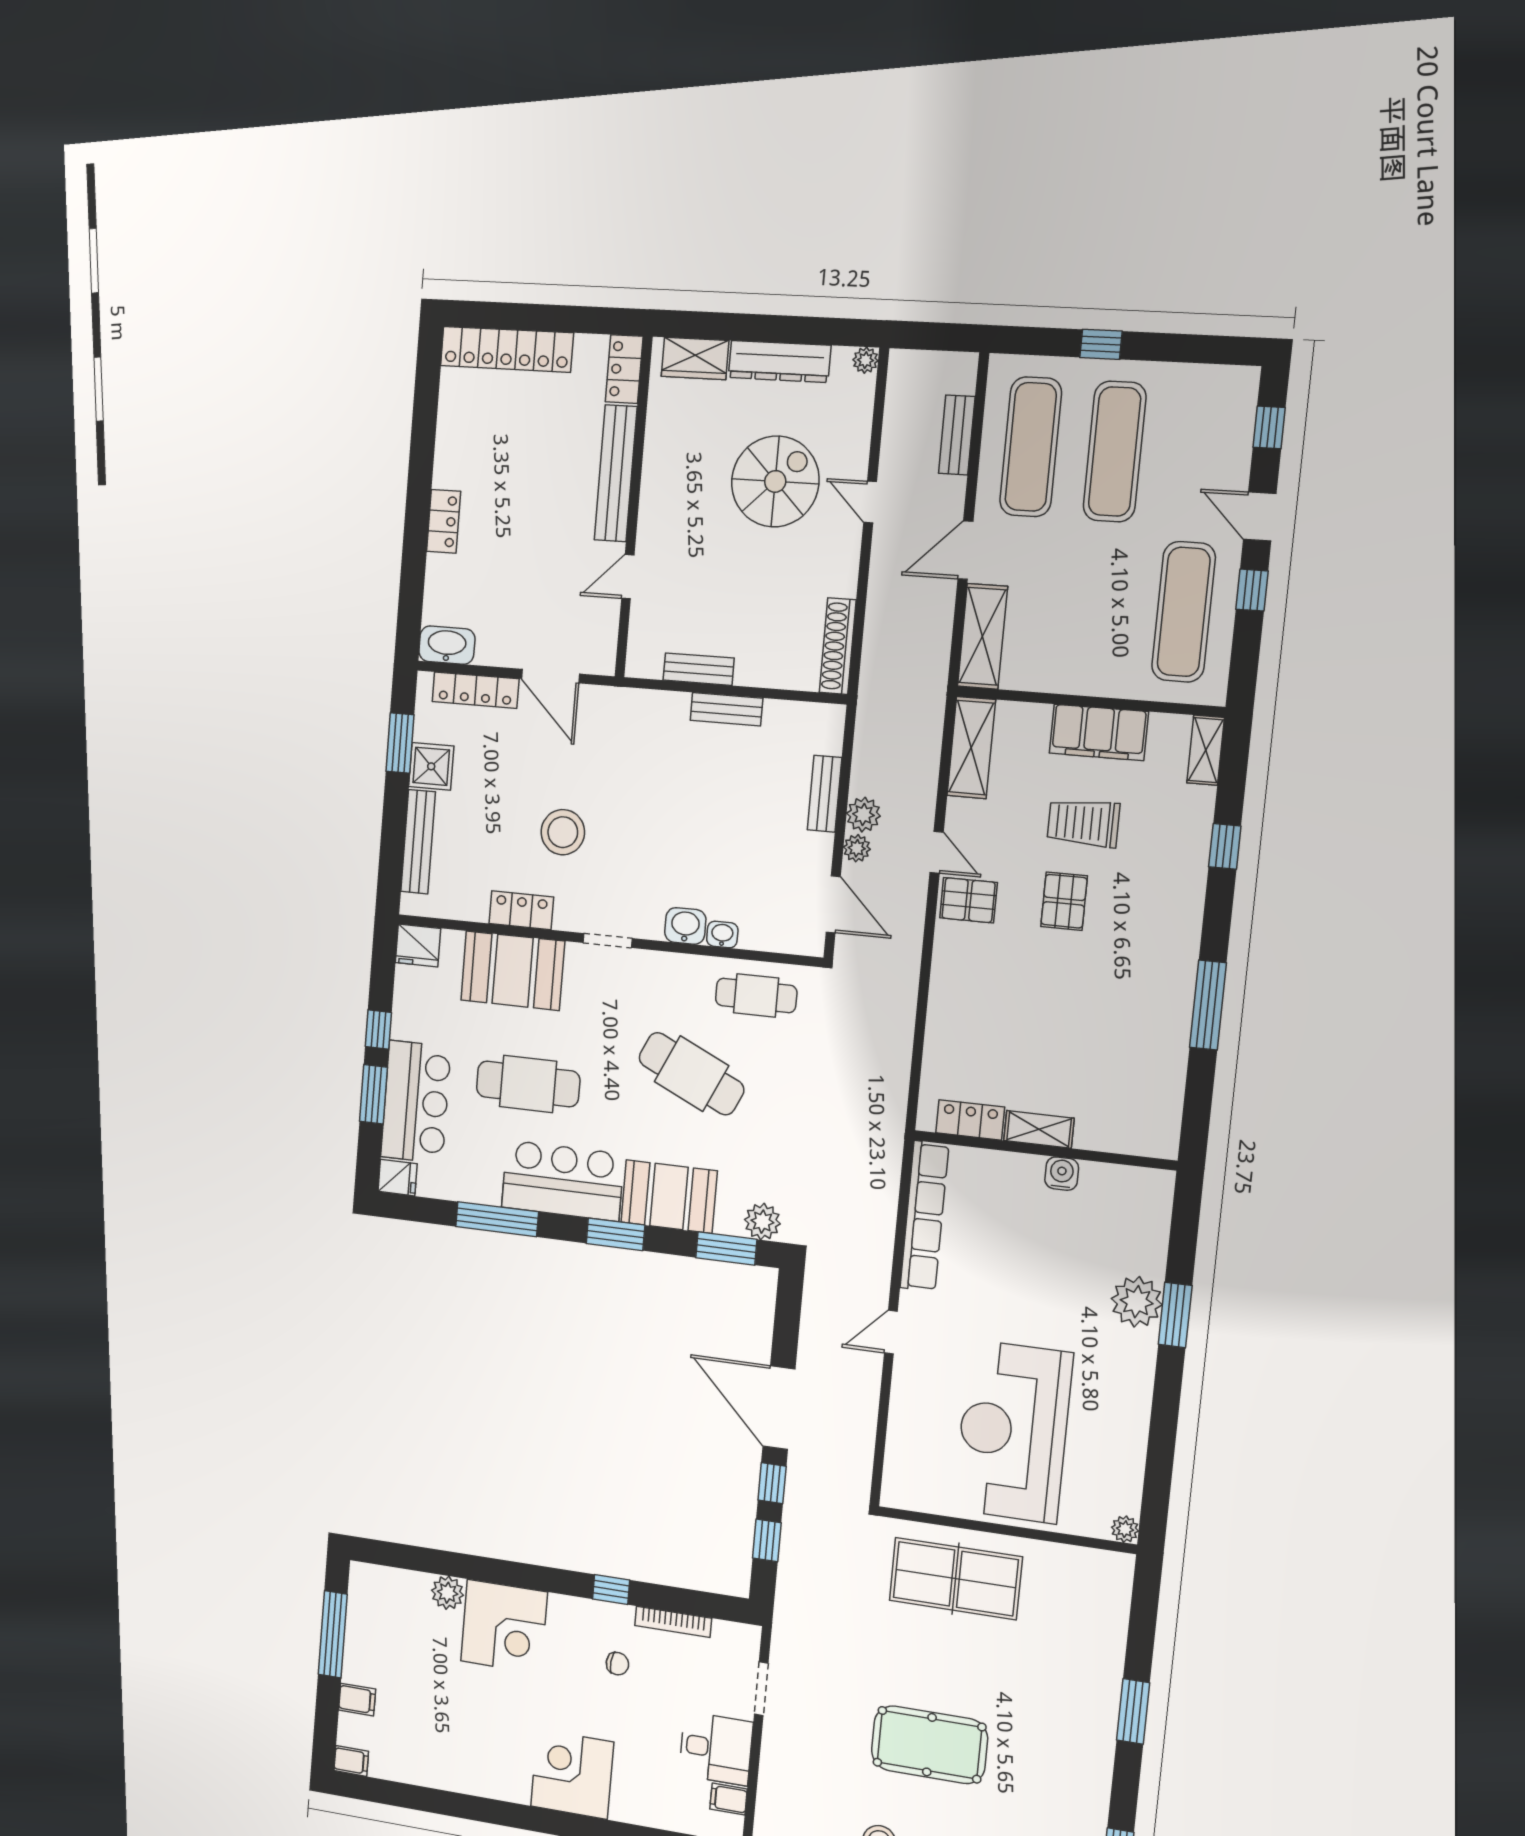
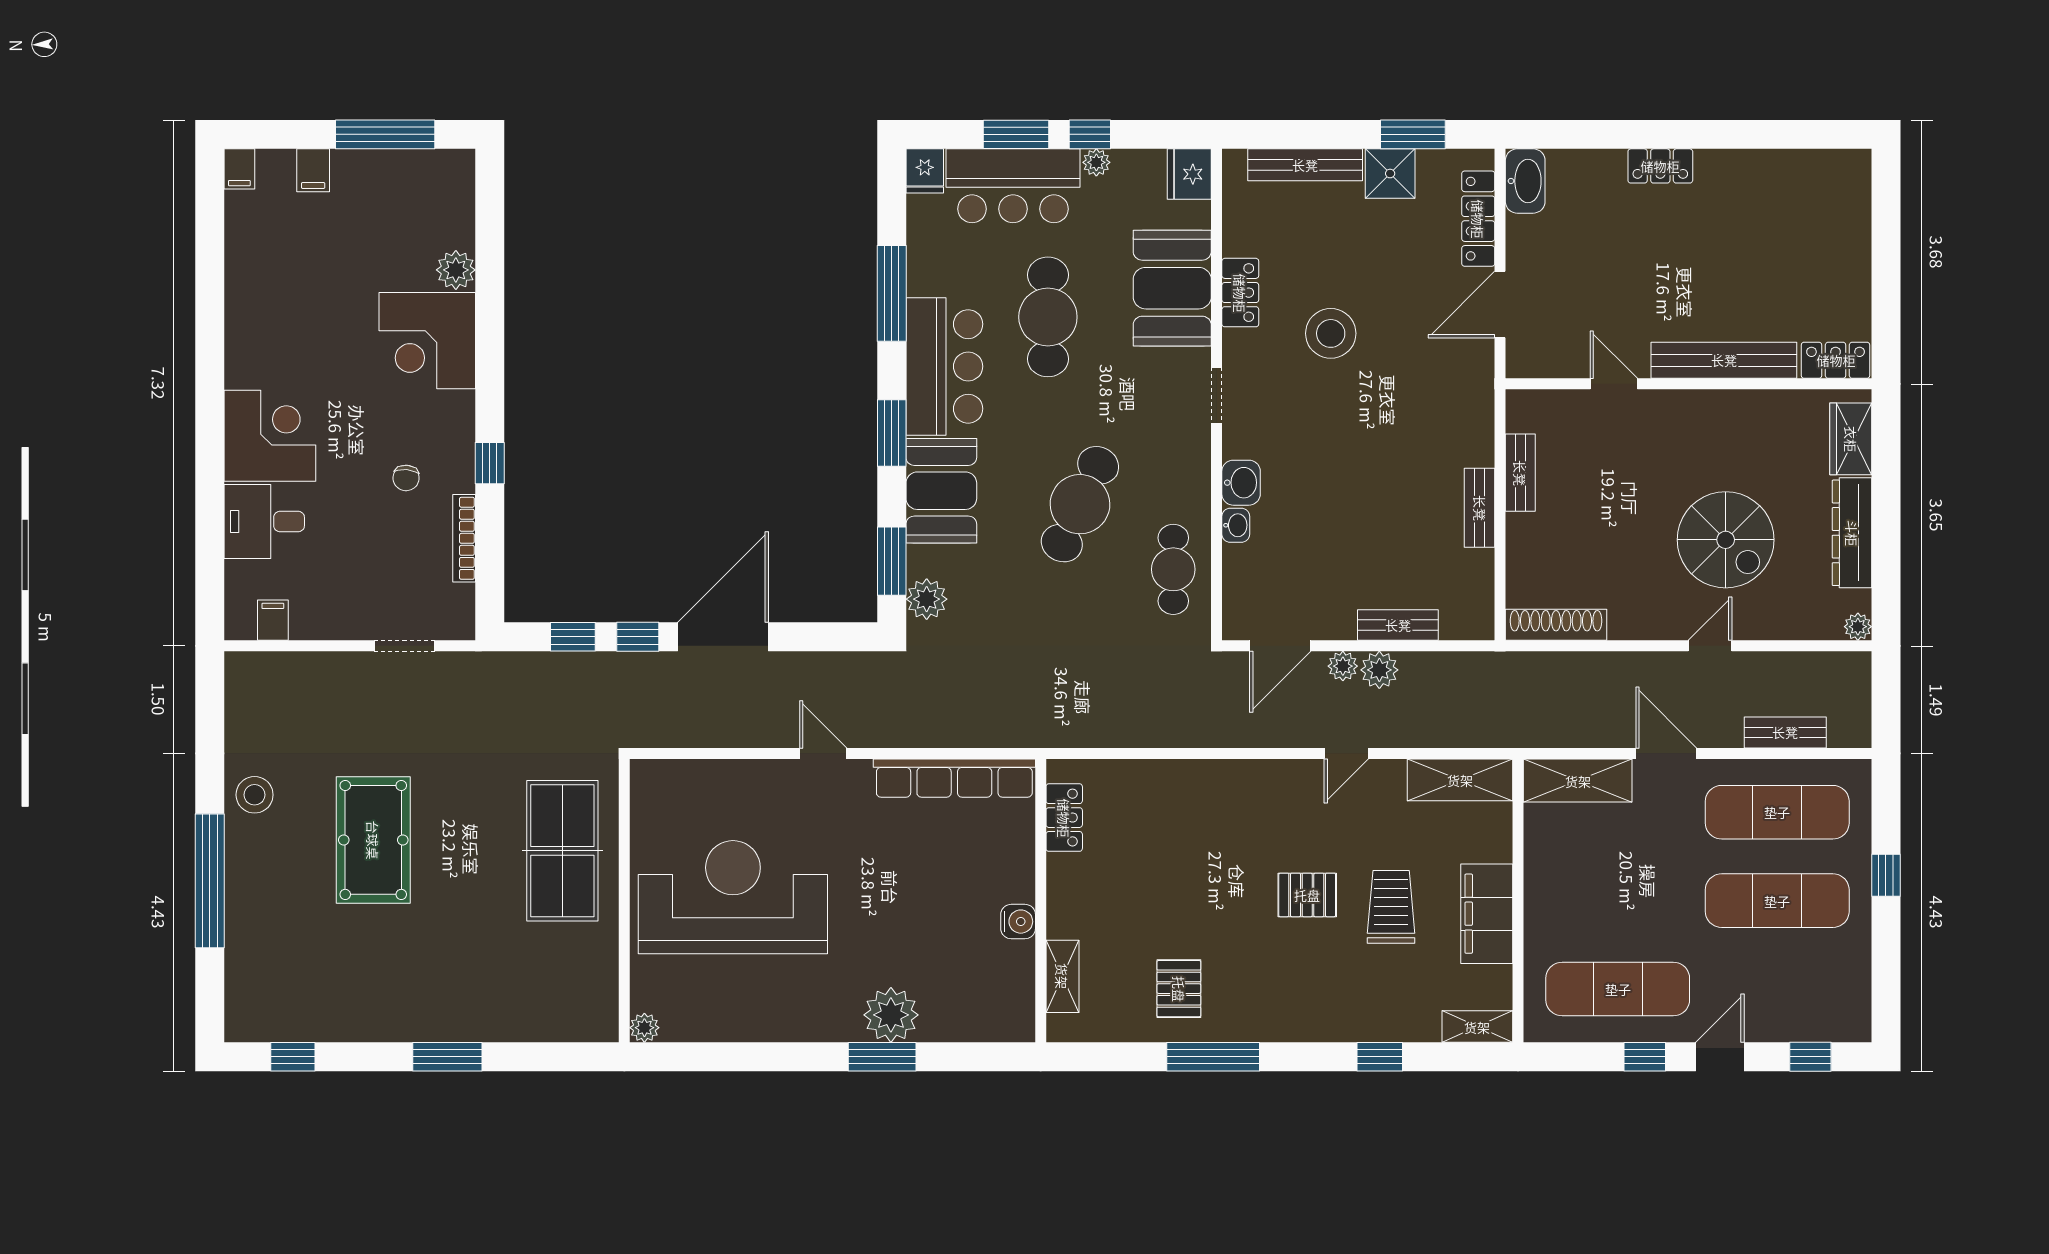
locker: (507, 349) -> (1850, 224), removed
pallet: (968, 900) -> (1179, 989), moved
plant: (402, 1026) -> (1096, 162), added
shelving: (1039, 1129) -> (1062, 976), moved
desk: (716, 1748) -> (264, 522), moved, turned 90

